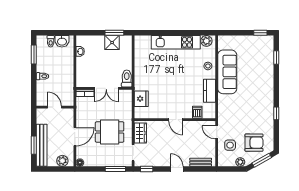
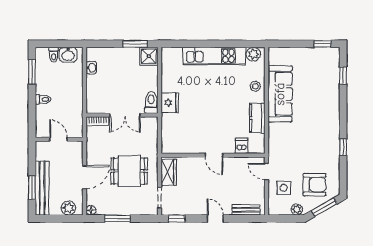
shower: (112, 43) -> (149, 56), moved
fridge: (141, 99) -> (170, 103), moved
window: (115, 169) -> (117, 218), moved

